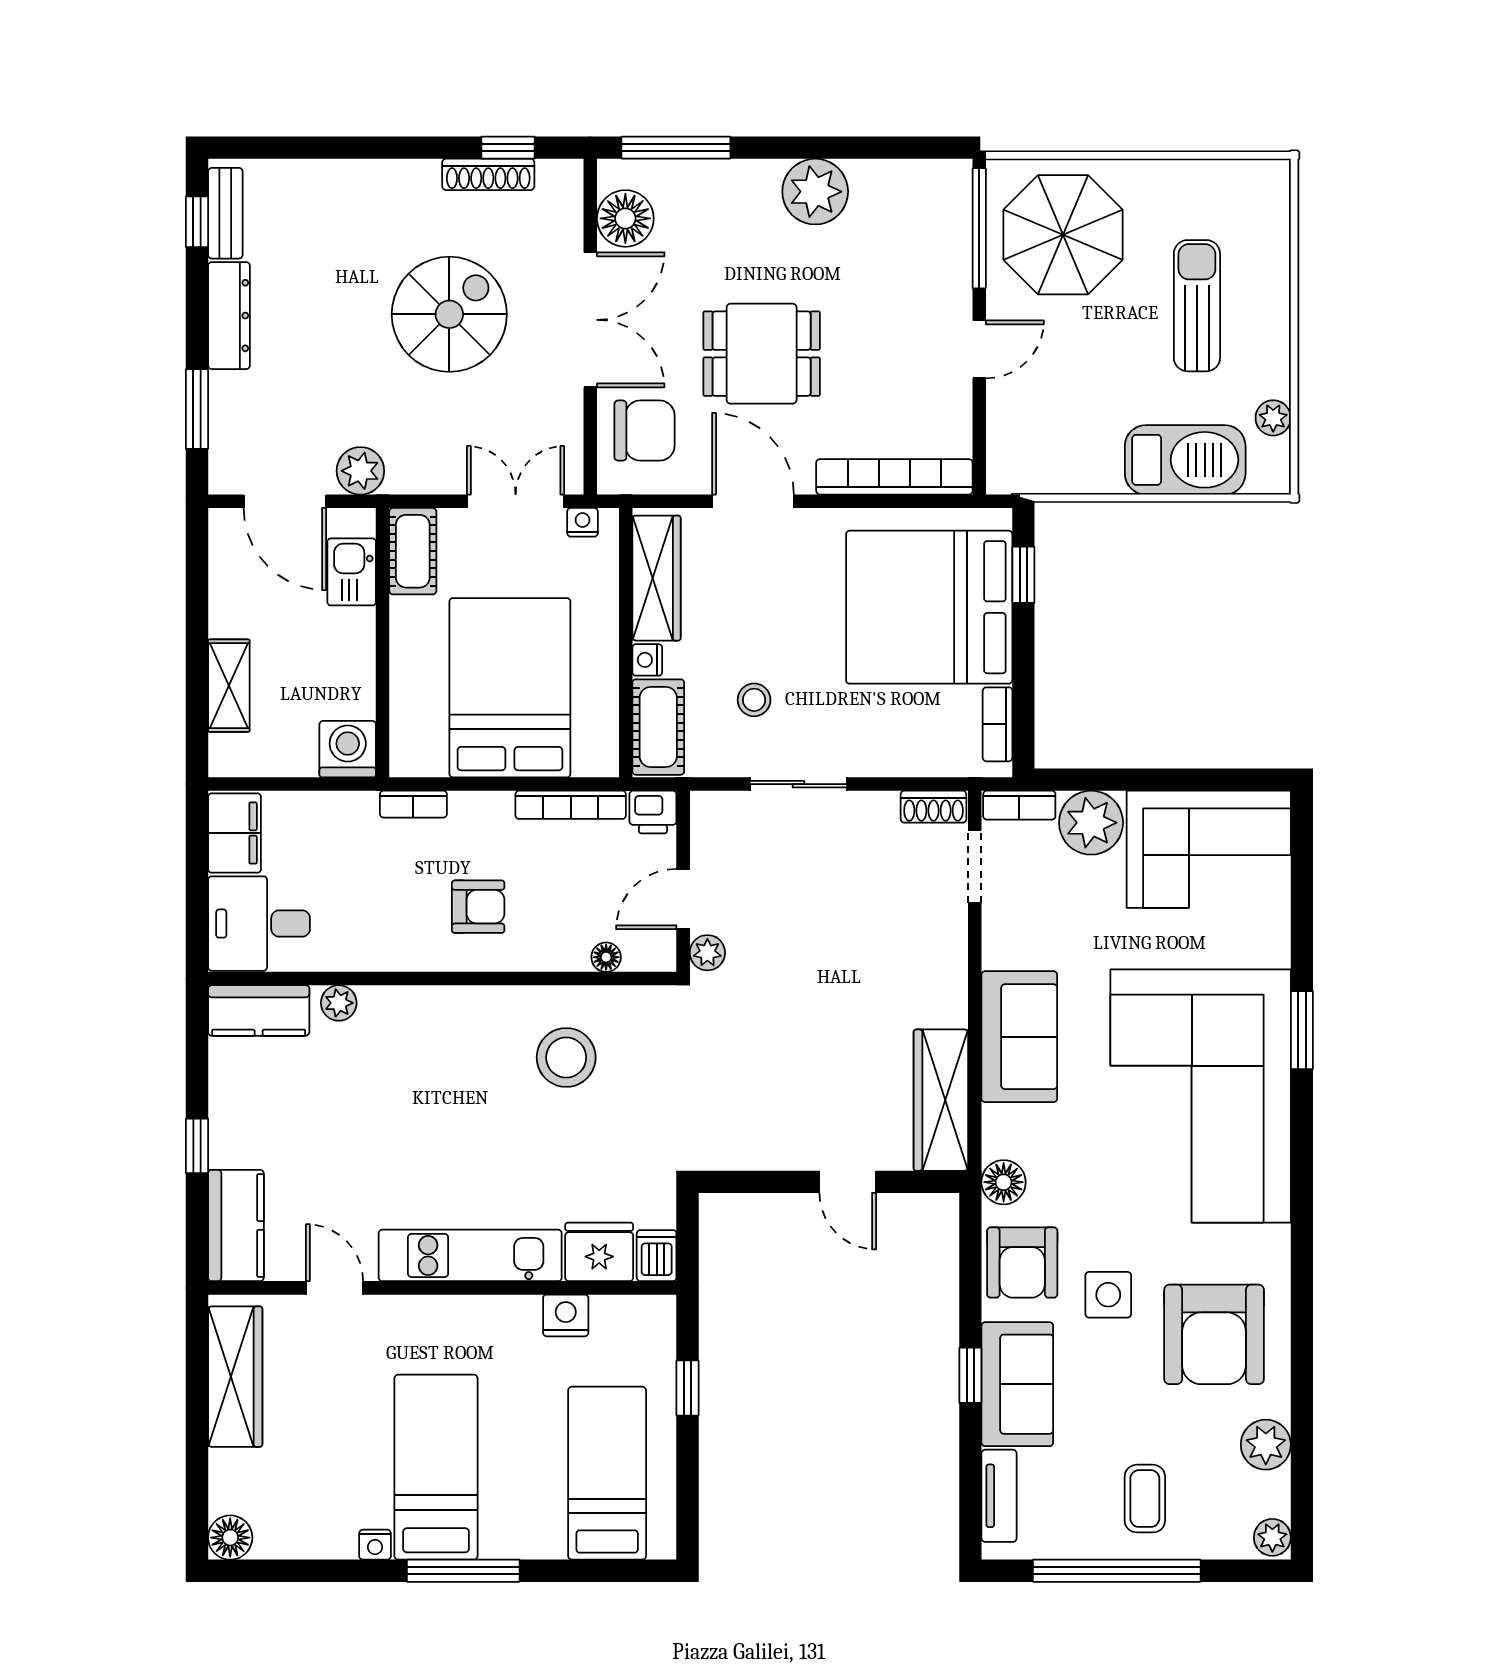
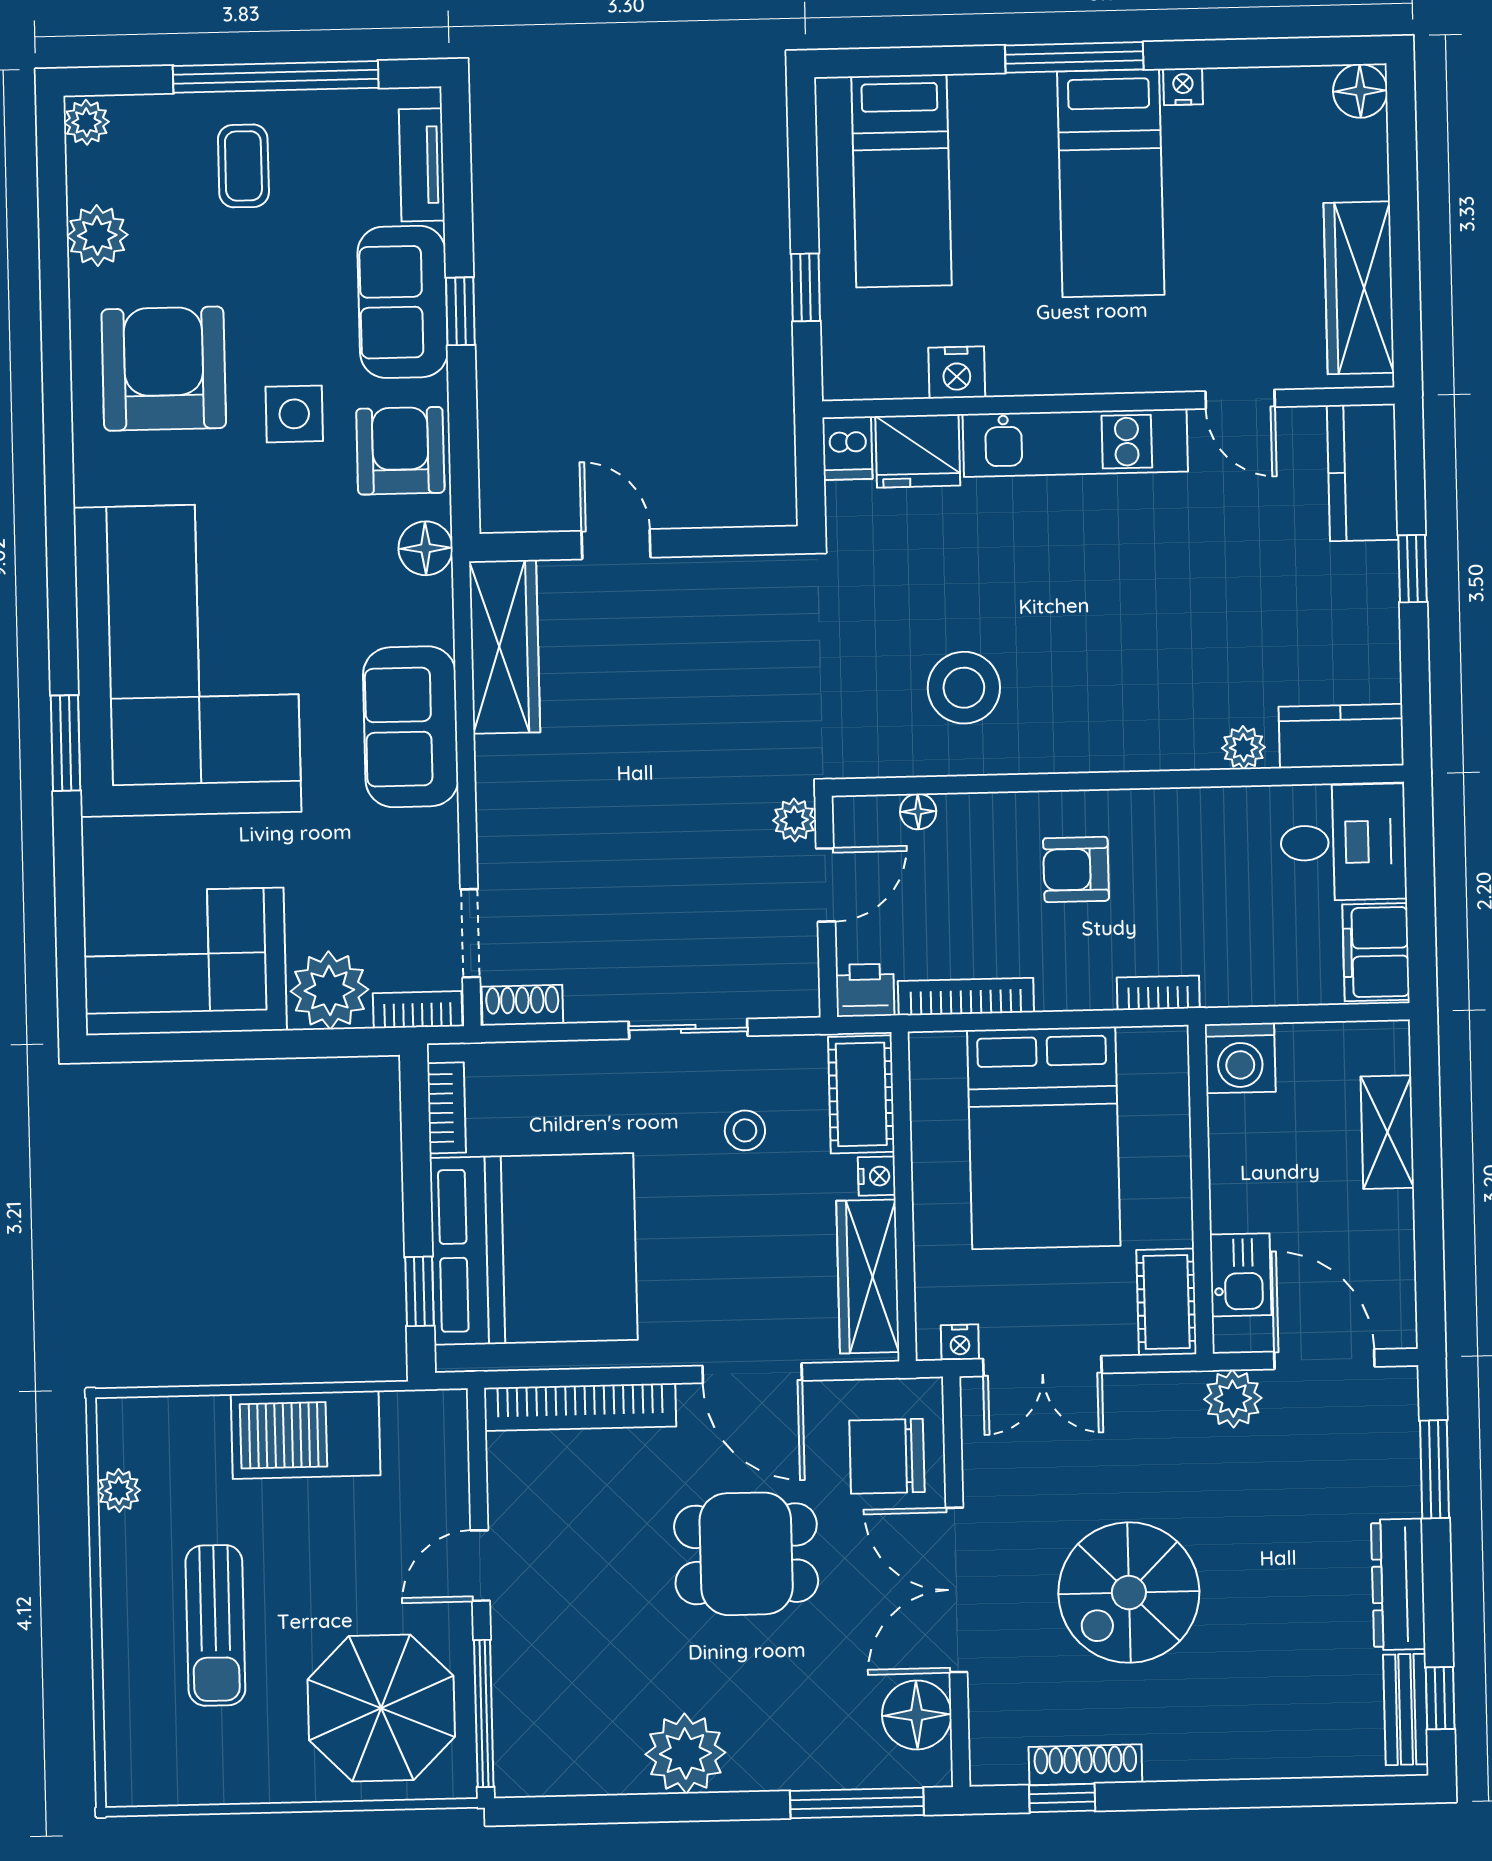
barbecue: (1185, 460) -> (306, 1435), moved

